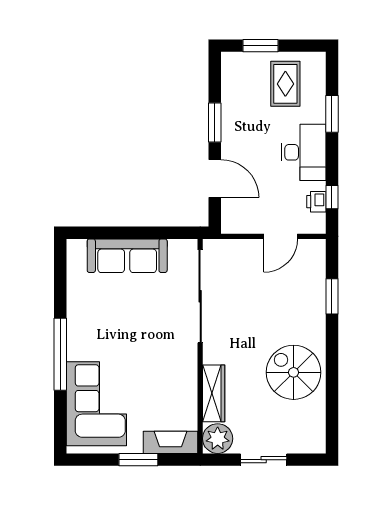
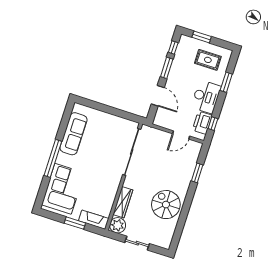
window: (215, 81) -> (173, 47), added
rug: (285, 84) -> (208, 60), turned 90
printer: (316, 202) -> (202, 123), width x1.87, depth x1.48
sofa: (127, 256) -> (73, 134), moved, turned -90

